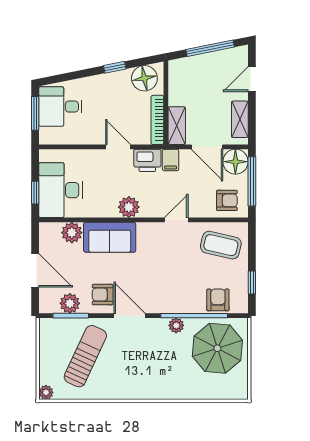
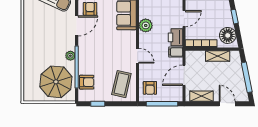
shelving: (177, 126) -> (218, 56), moved
floor lamp: (235, 162) -> (175, 93), removed

